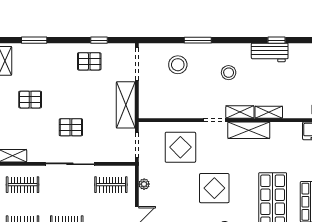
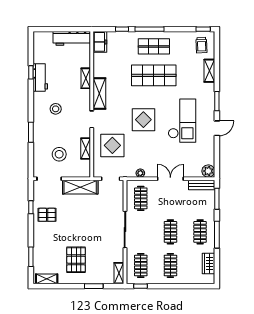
pallet: (89, 61) -> (47, 215), turned 90
stool: (178, 65) -> (59, 154), moved
pallet: (30, 100) -> (76, 260), width x1.50, depth x1.42
shelving: (240, 112) -> (86, 148), moved
pallet: (71, 127) -> (97, 229), removed

